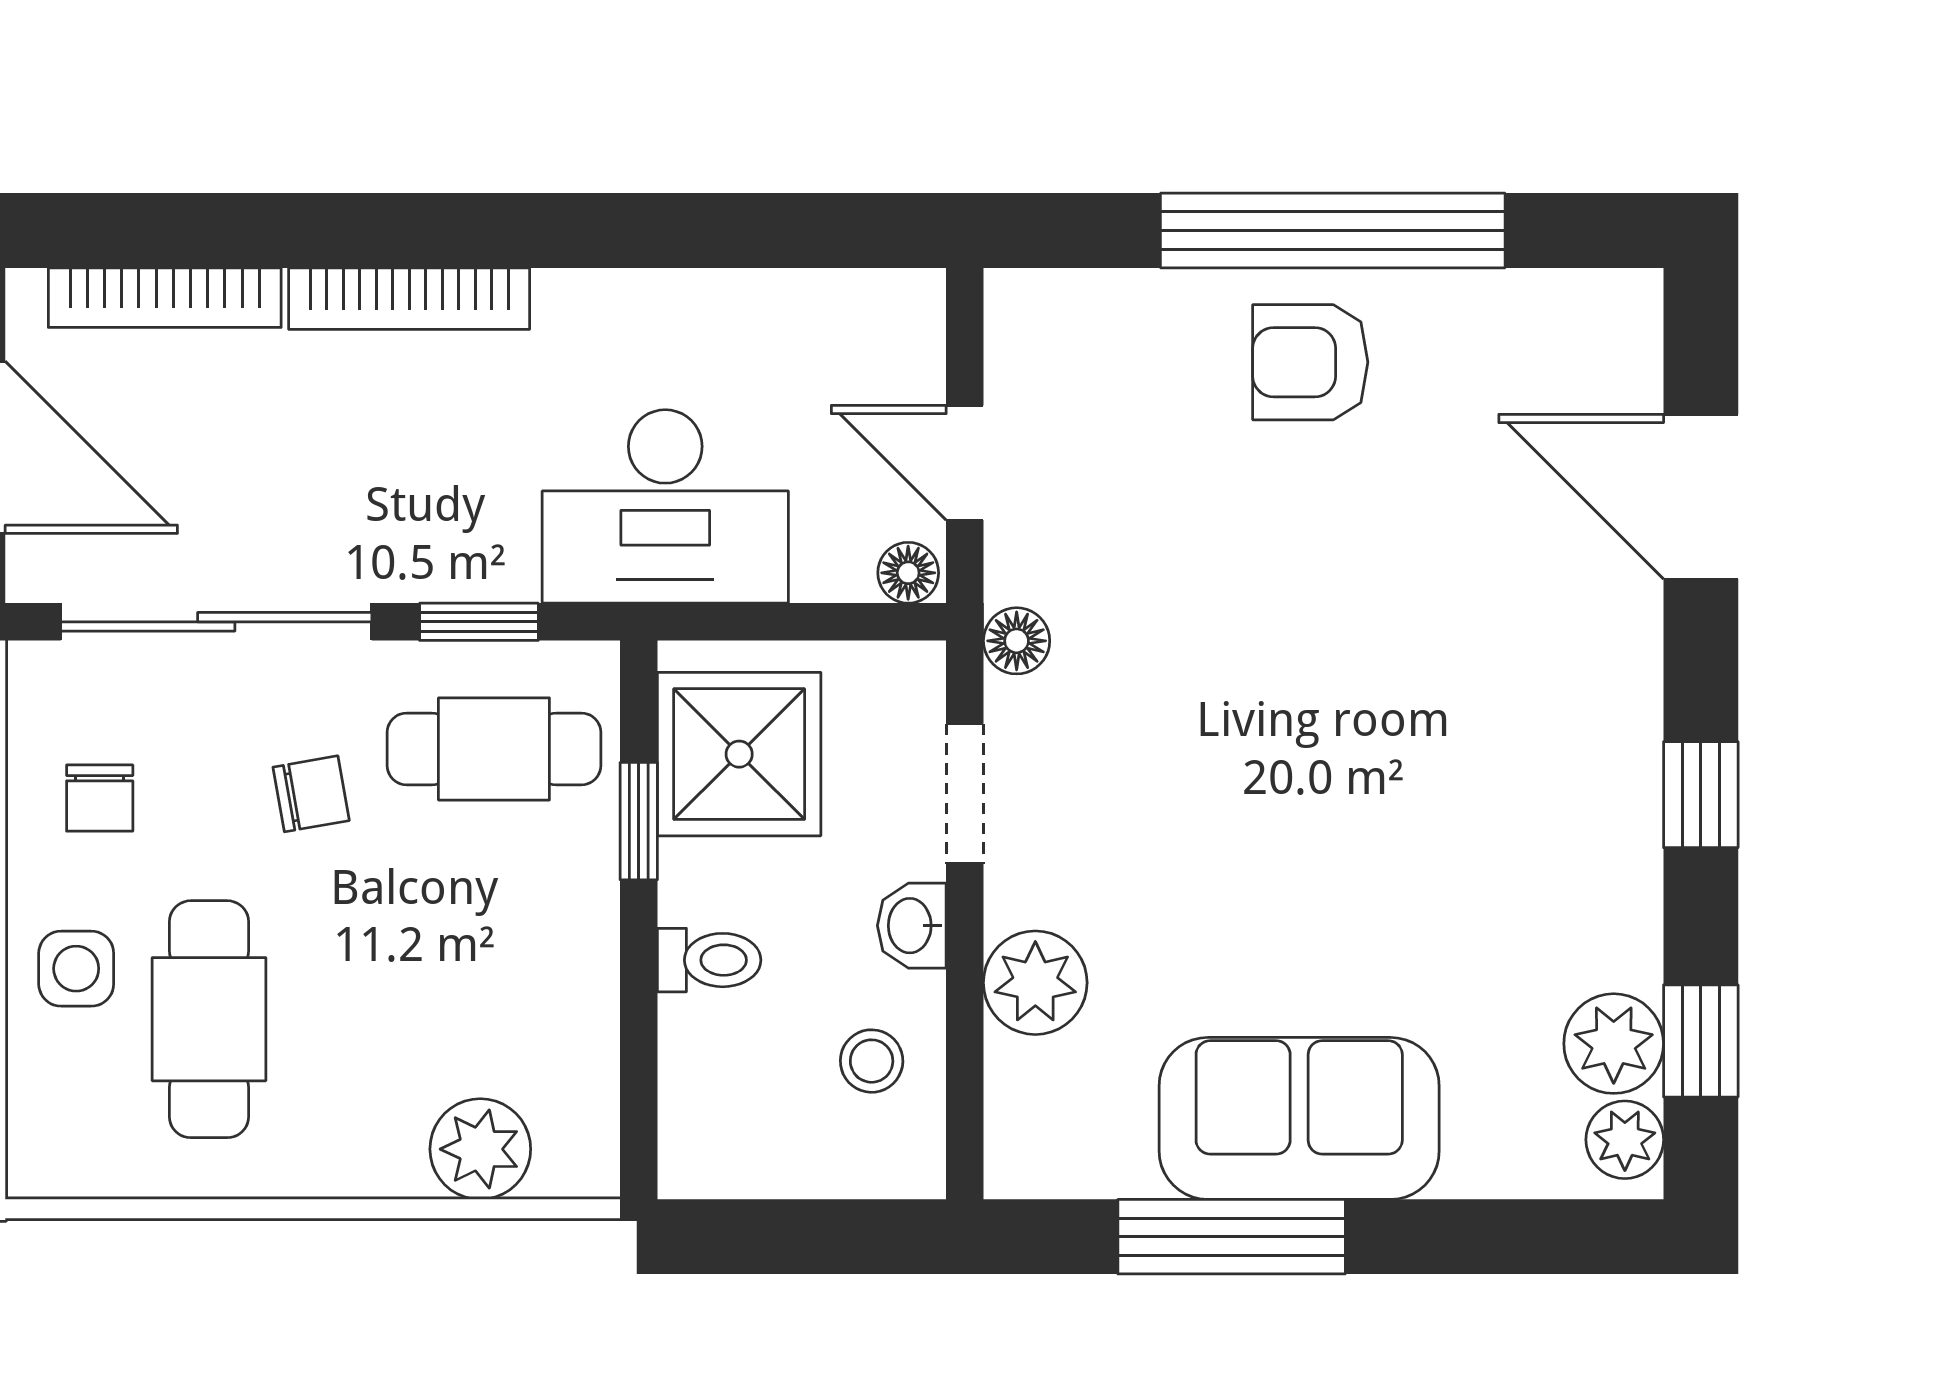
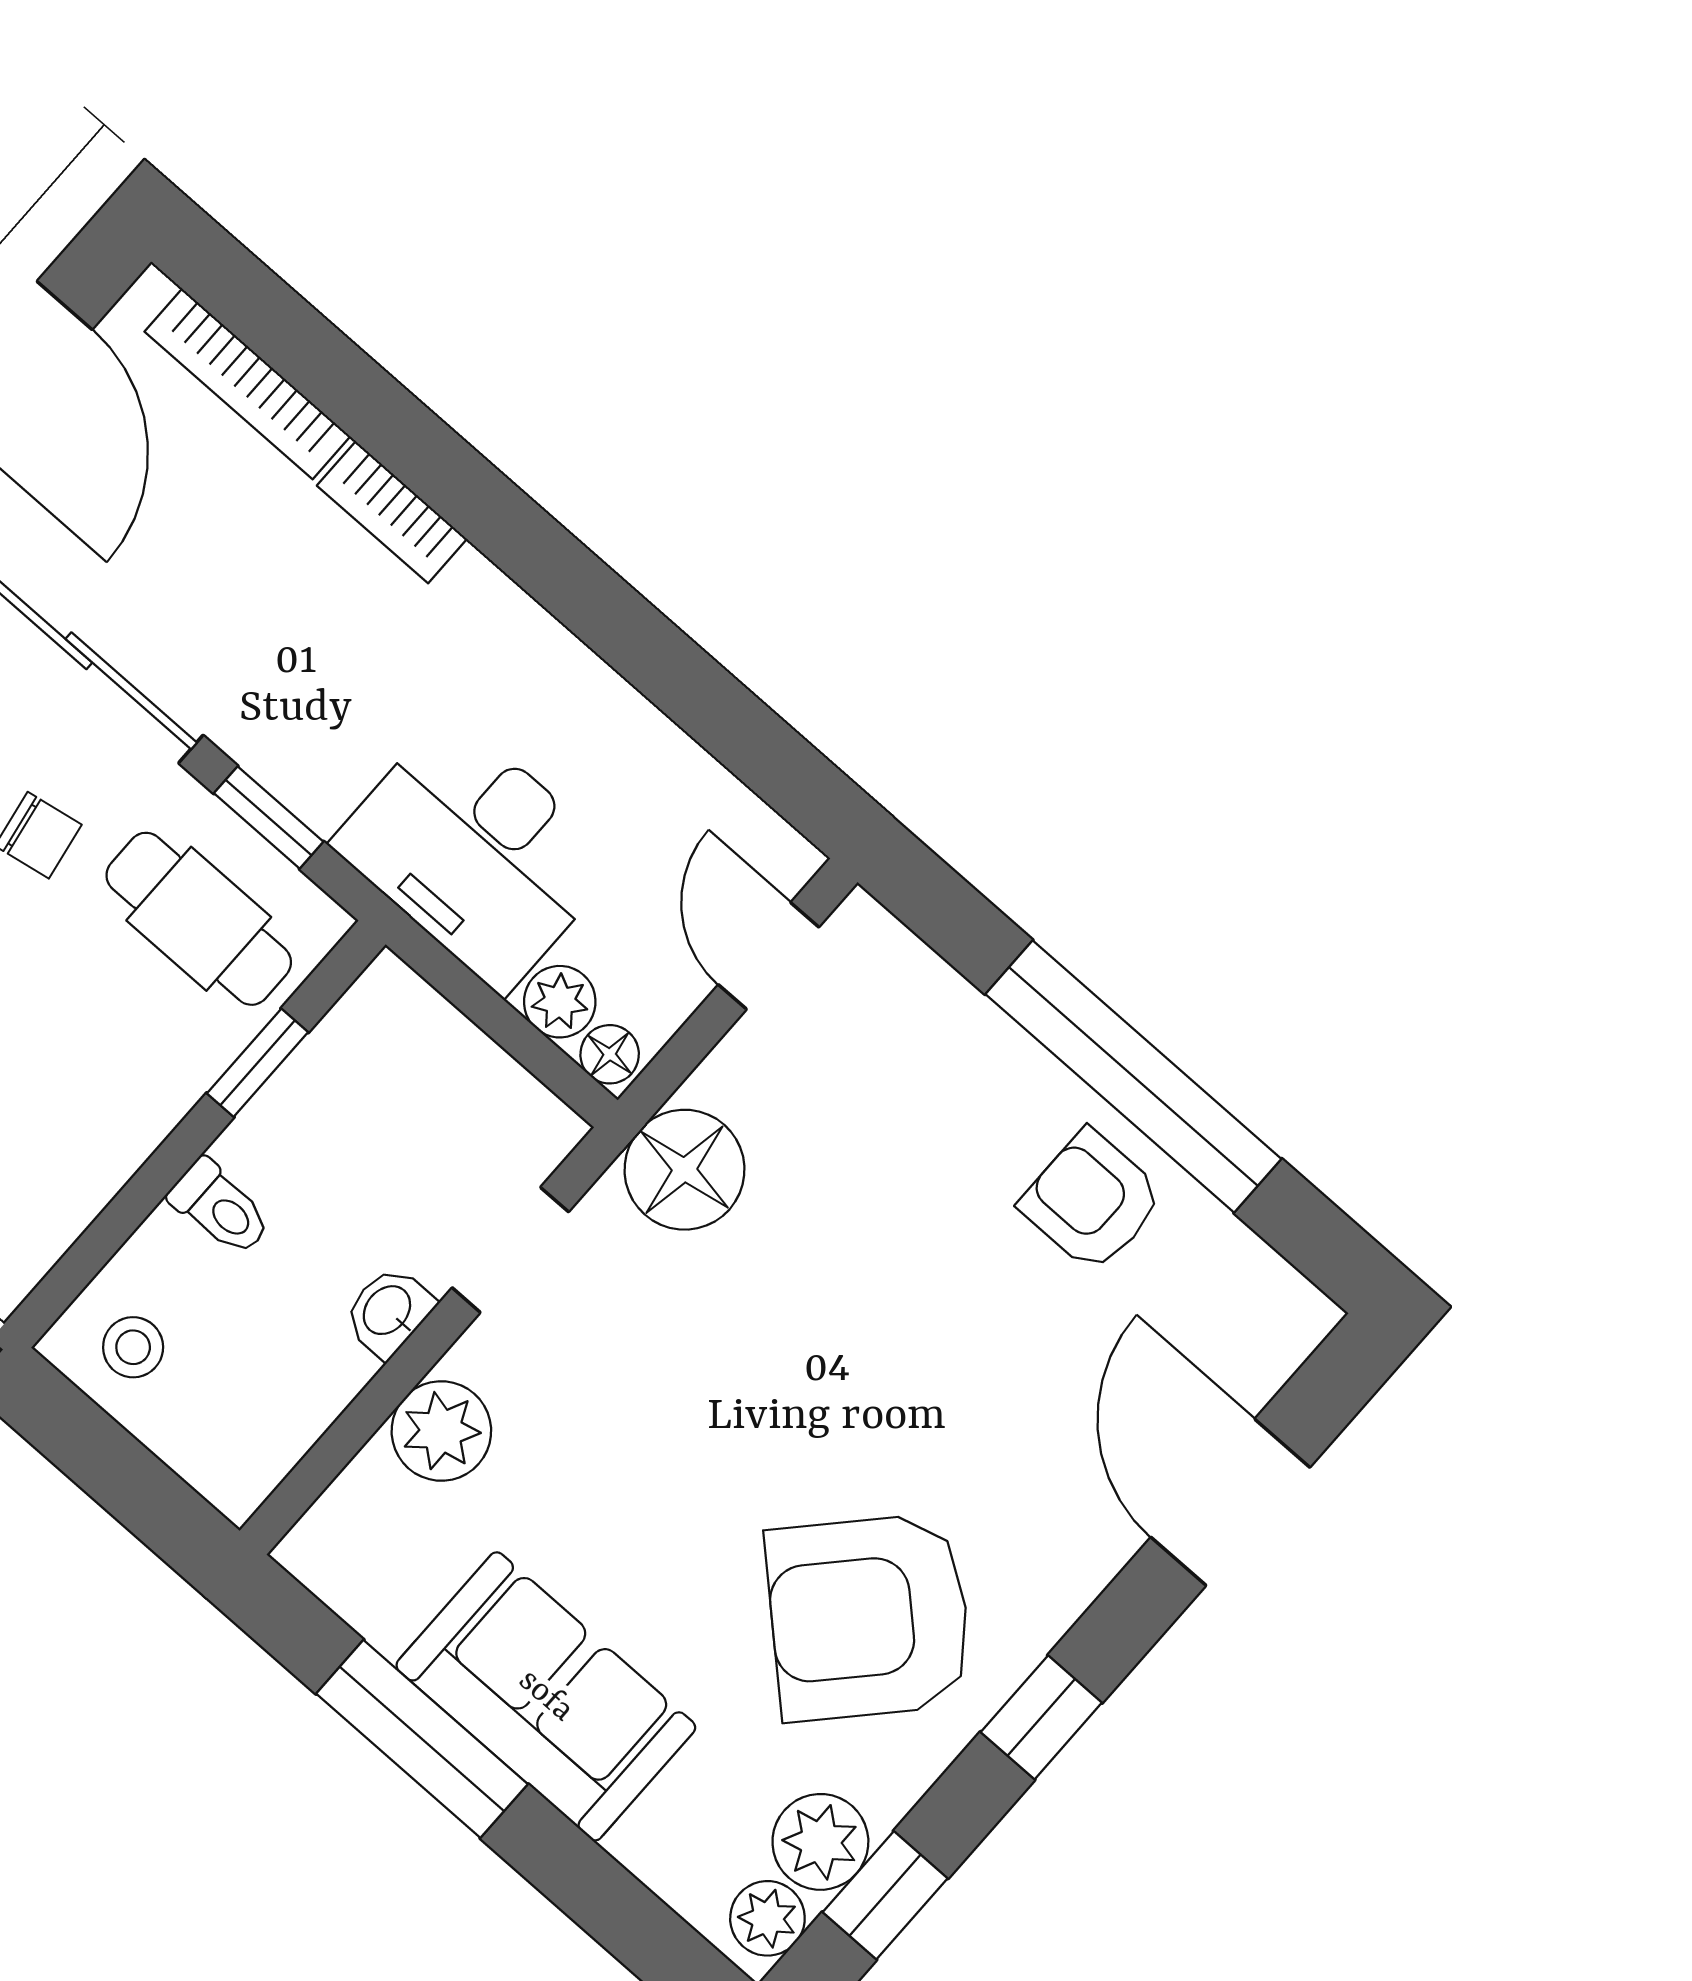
bookcase: (409, 299) -> (392, 512), width x0.64
armchair: (1310, 362) -> (1092, 1201), moved
door: (965, 463) -> (769, 956), moved
plant: (833, 566) -> (560, 1002), added
floor lamp: (1017, 641) -> (685, 1170), width x1.89, depth x1.89
shower: (739, 754) -> (373, 1078), removed
armchair: (1497, 834) -> (869, 1617), added
stool: (872, 1061) -> (133, 1347), moved

